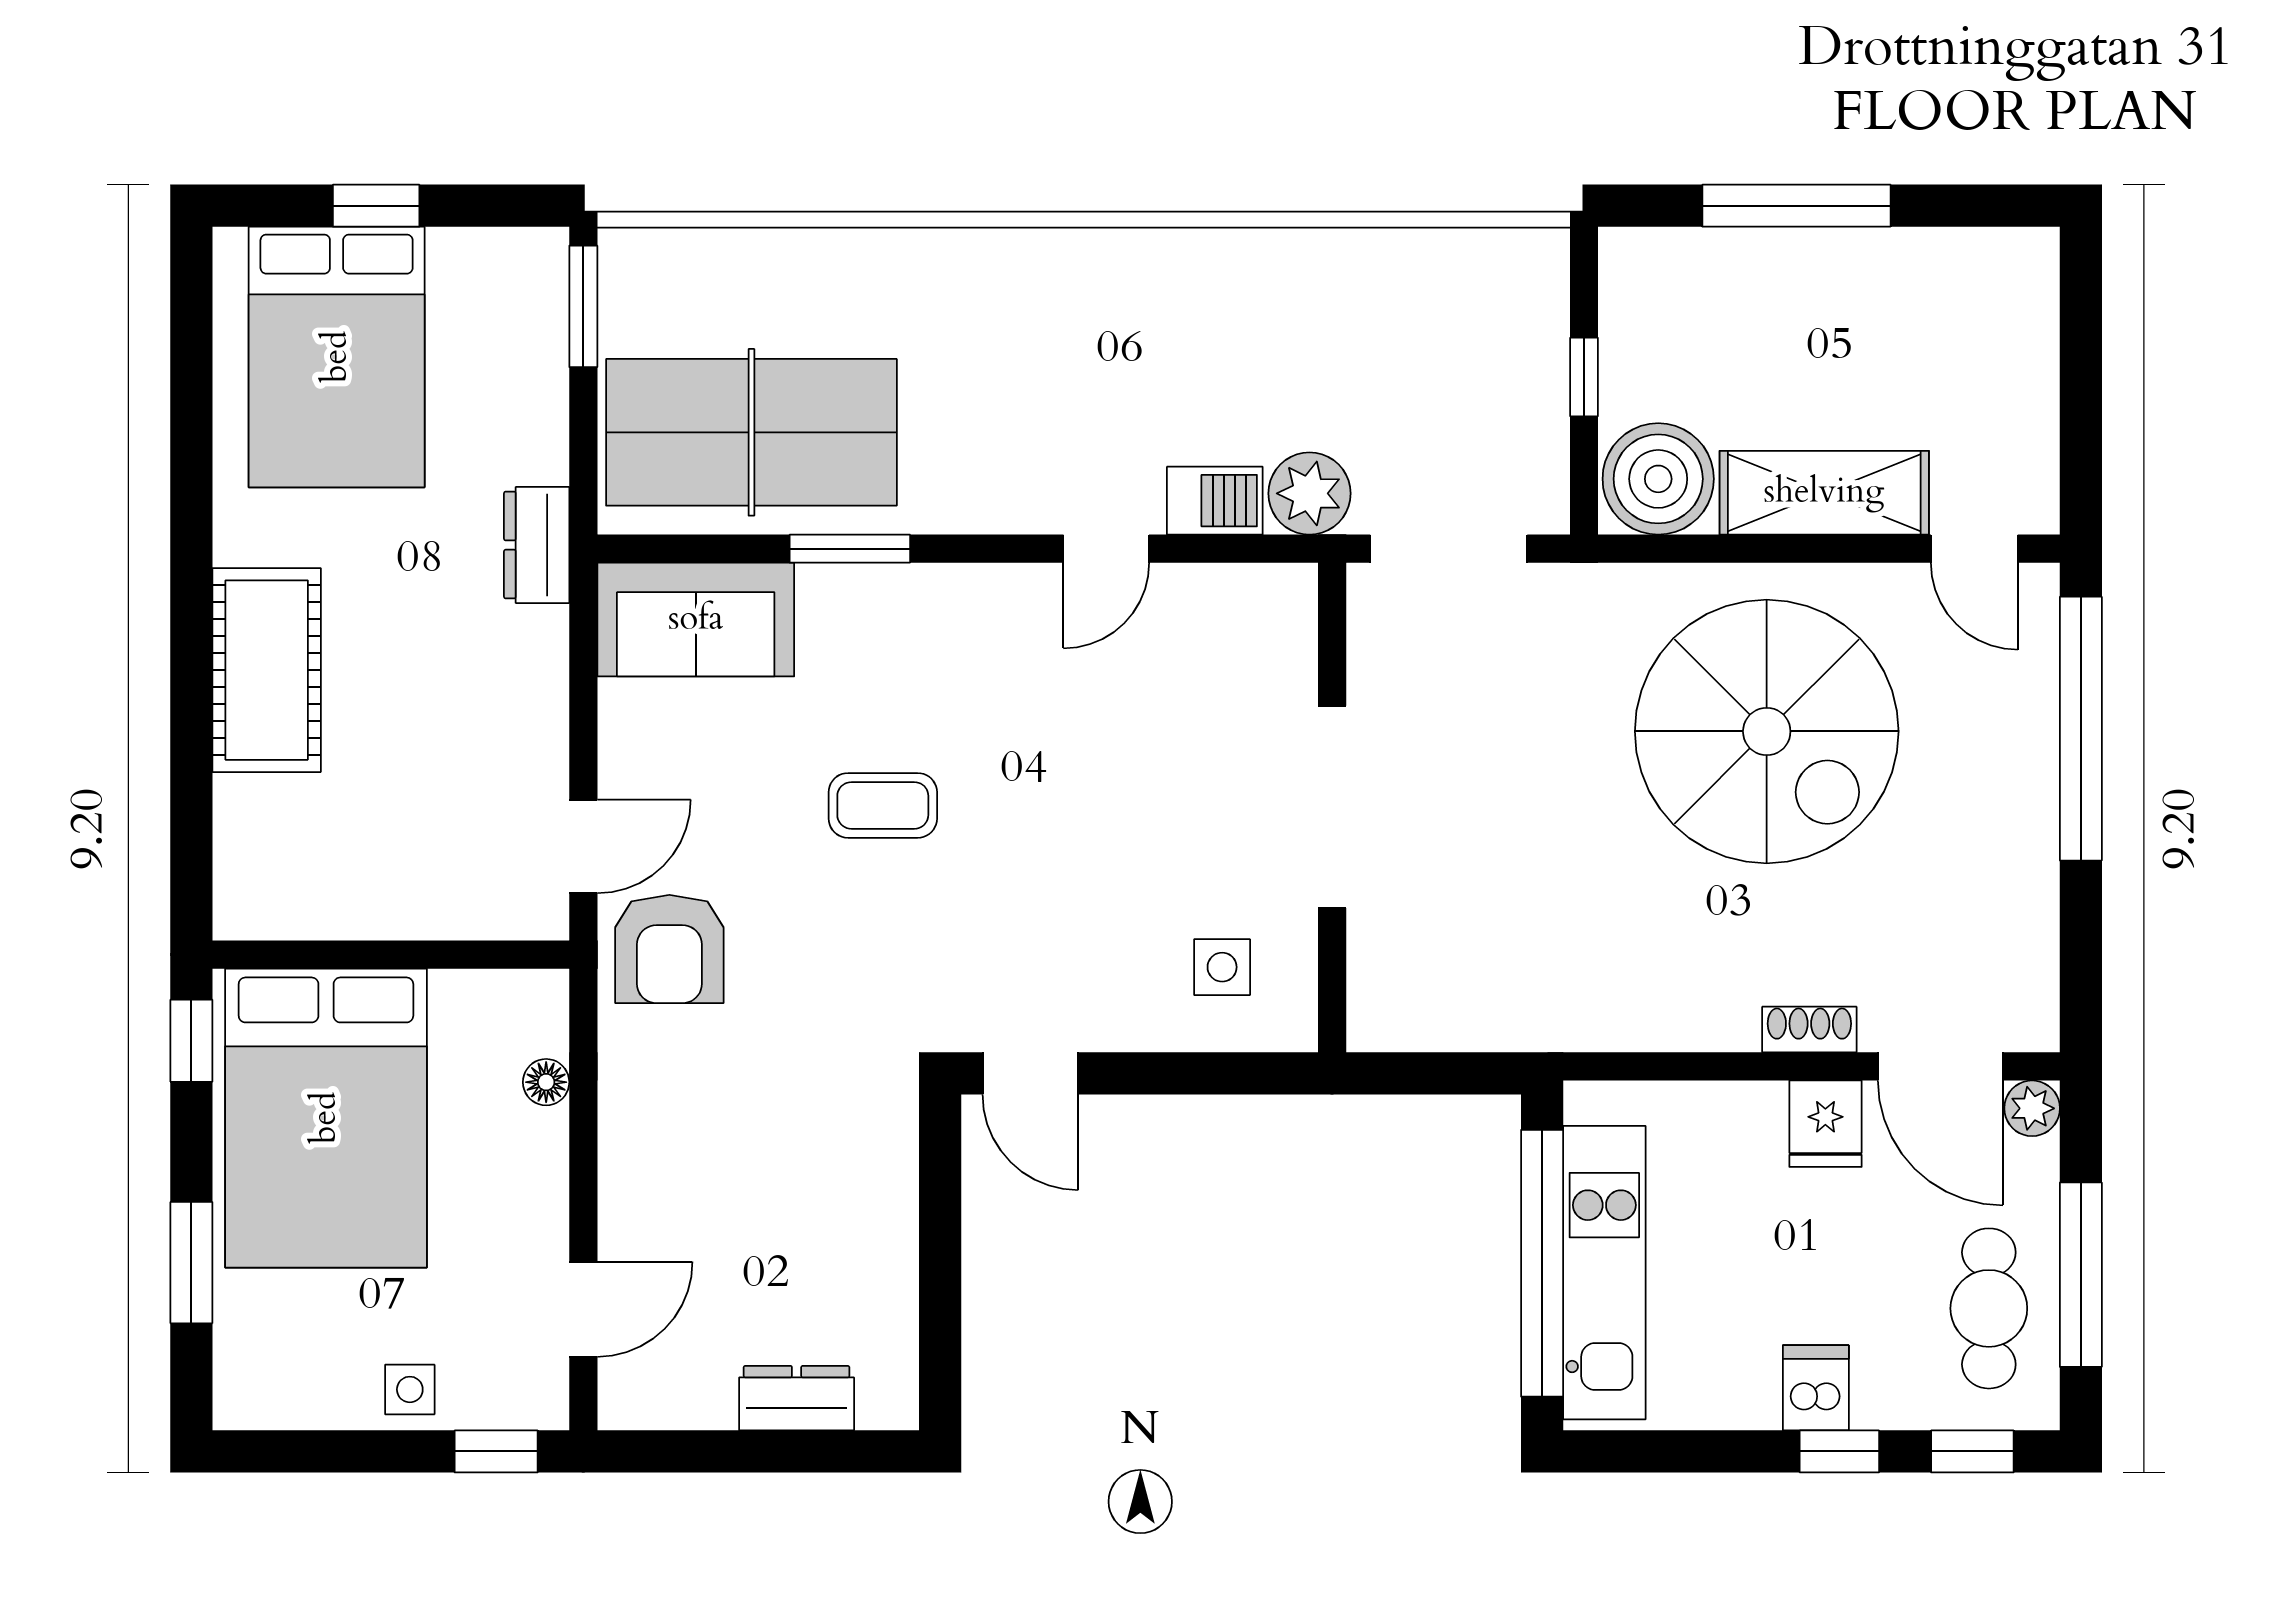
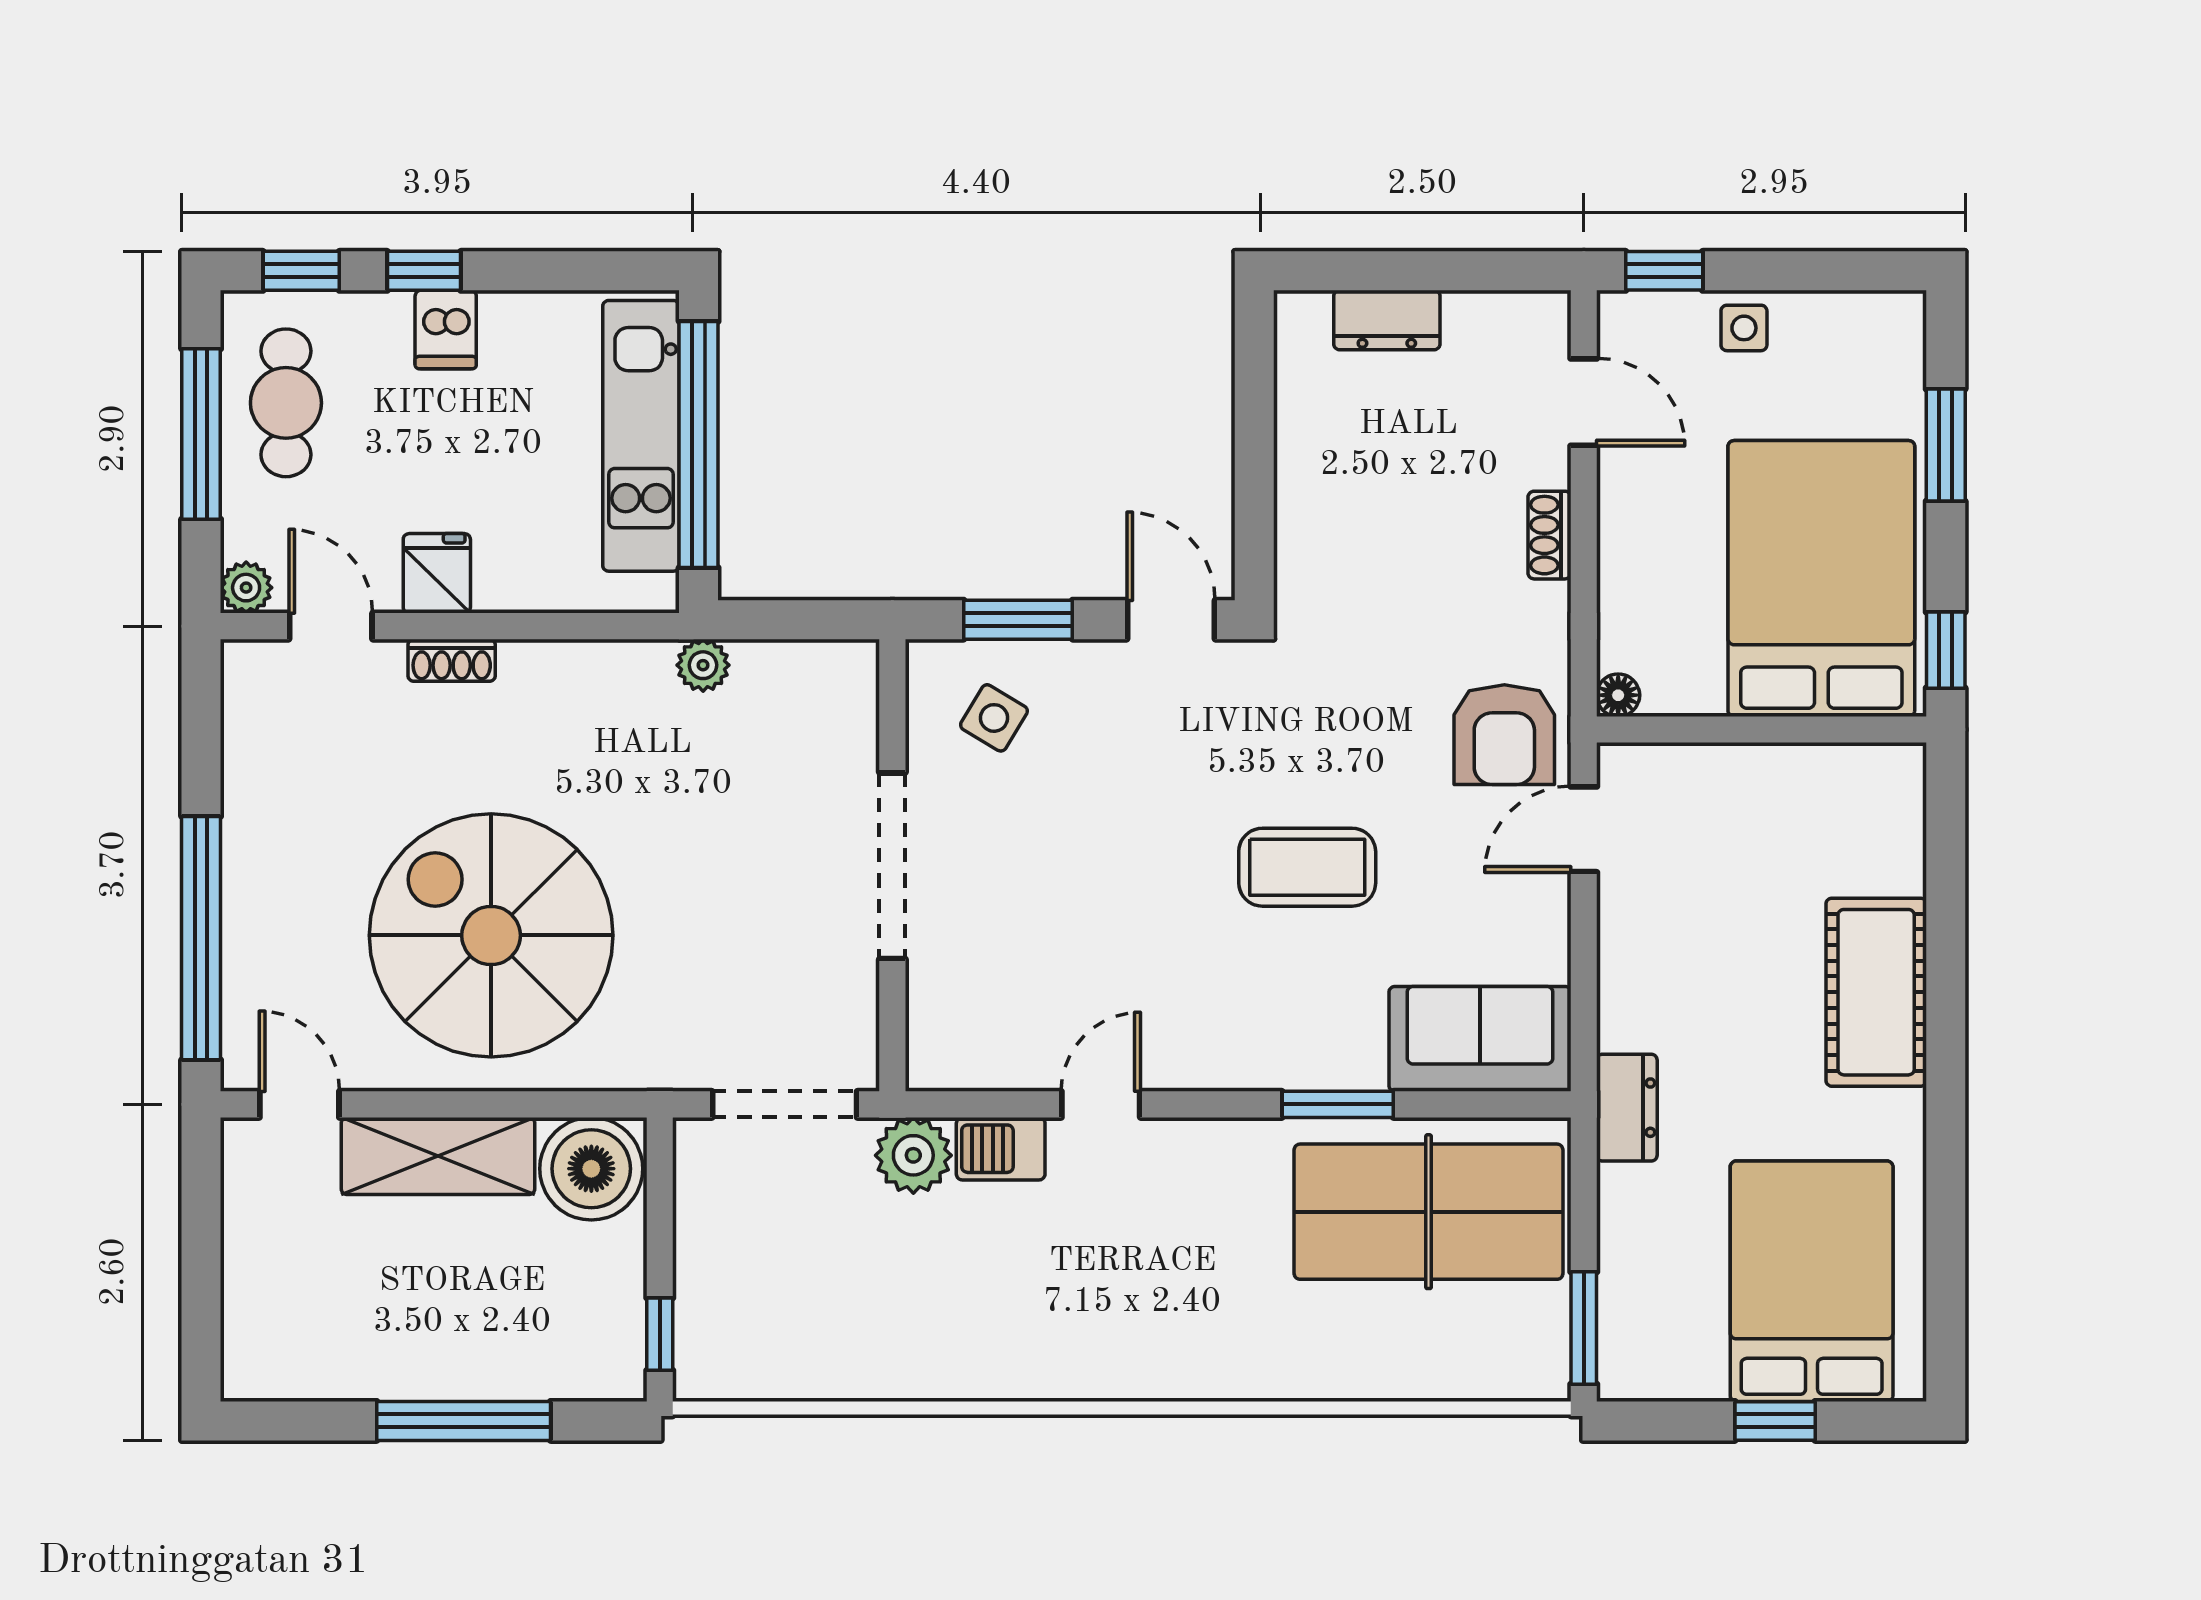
window: (1584, 377) -> (660, 1334), moved
coffee table: (883, 805) -> (1307, 867), width x1.36, depth x1.30
armchair: (669, 949) -> (1504, 735), turned 180
side table: (1222, 967) -> (994, 718), turned 31
plant: (1537, 1024) -> (703, 665), added
door: (1940, 1066) -> (331, 626), width x0.73
window: (1196, 1073) -> (1018, 620), added
floor lamp: (546, 1082) -> (1618, 695), moved
shoe rack: (620, 1165) -> (1550, 535), added
door: (583, 1309) -> (1584, 402), swing flipped

